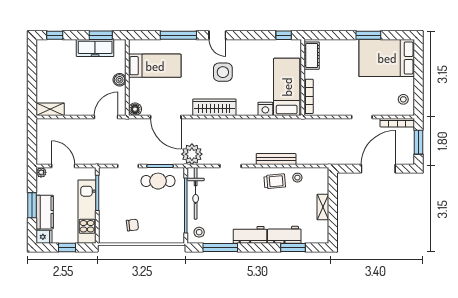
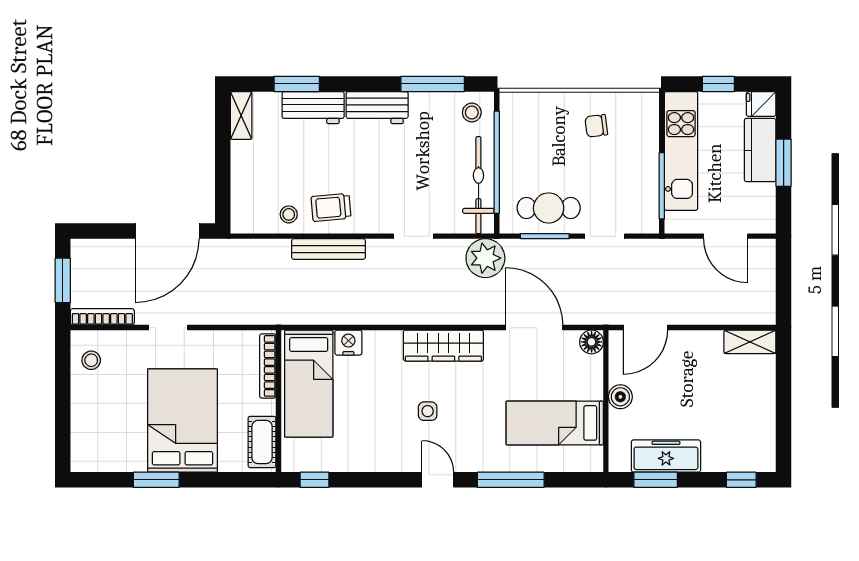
bed: (387, 58) -> (182, 421), moved, turned -90
side table: (223, 72) -> (428, 411), width x0.54, depth x0.54
door: (378, 169) -> (167, 231), moved
plant: (41, 172) -> (766, 224), removed
shelving: (323, 207) -> (241, 115), moved

